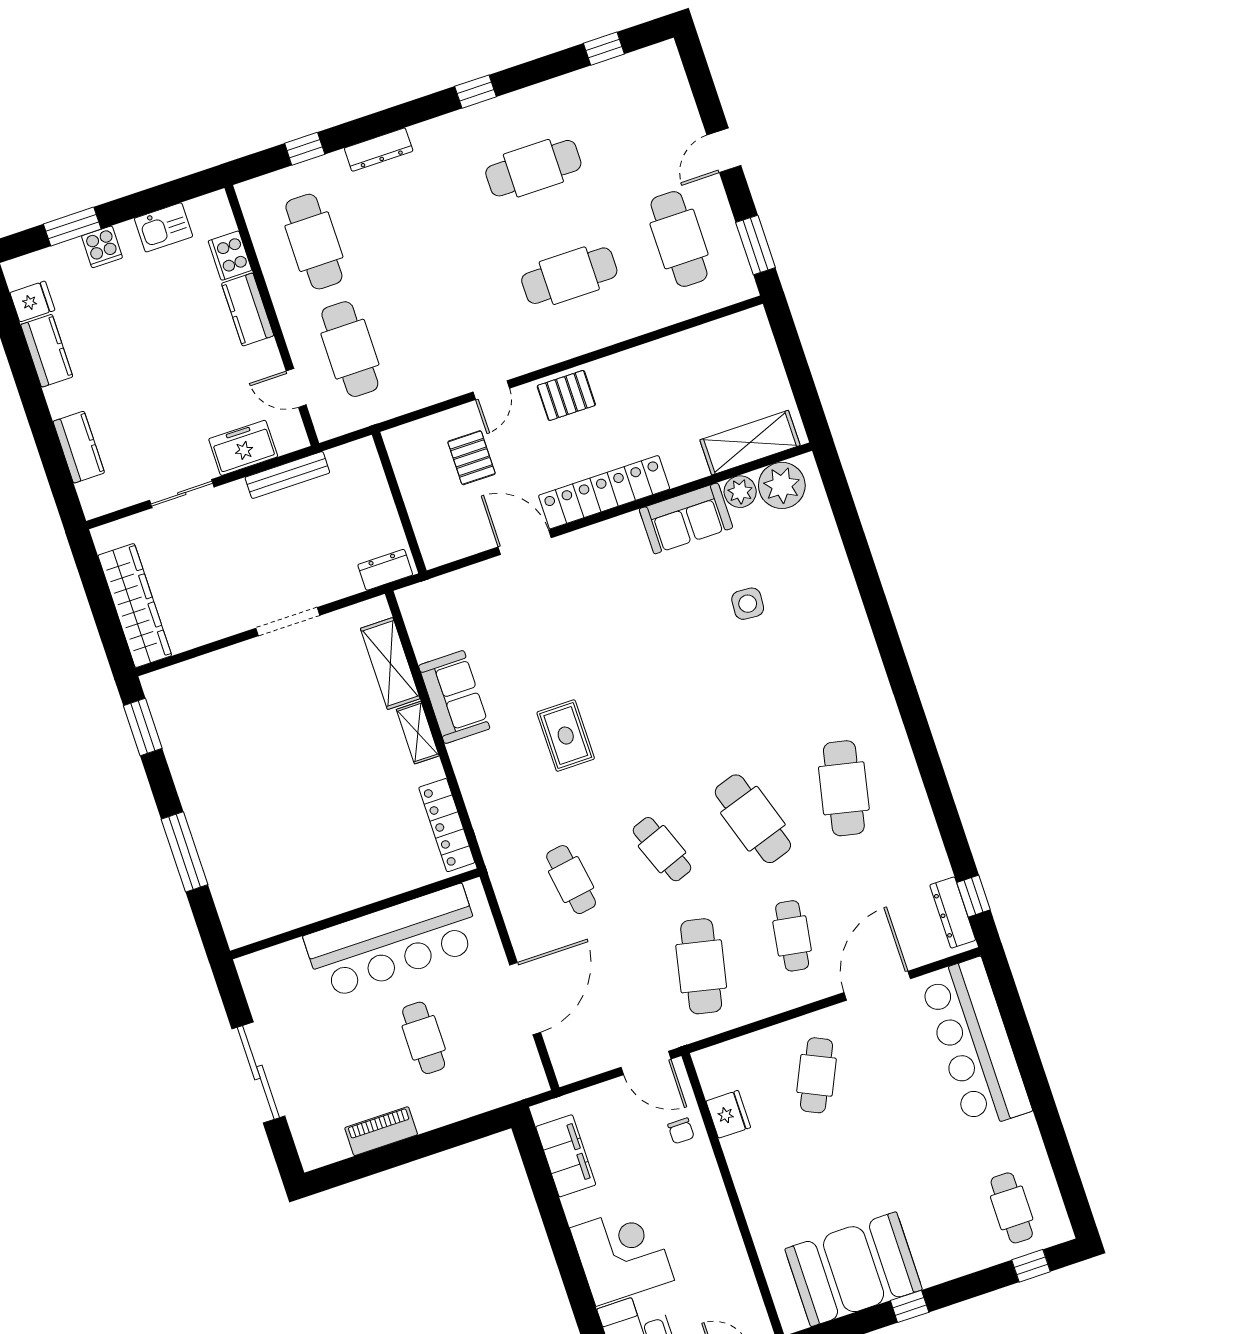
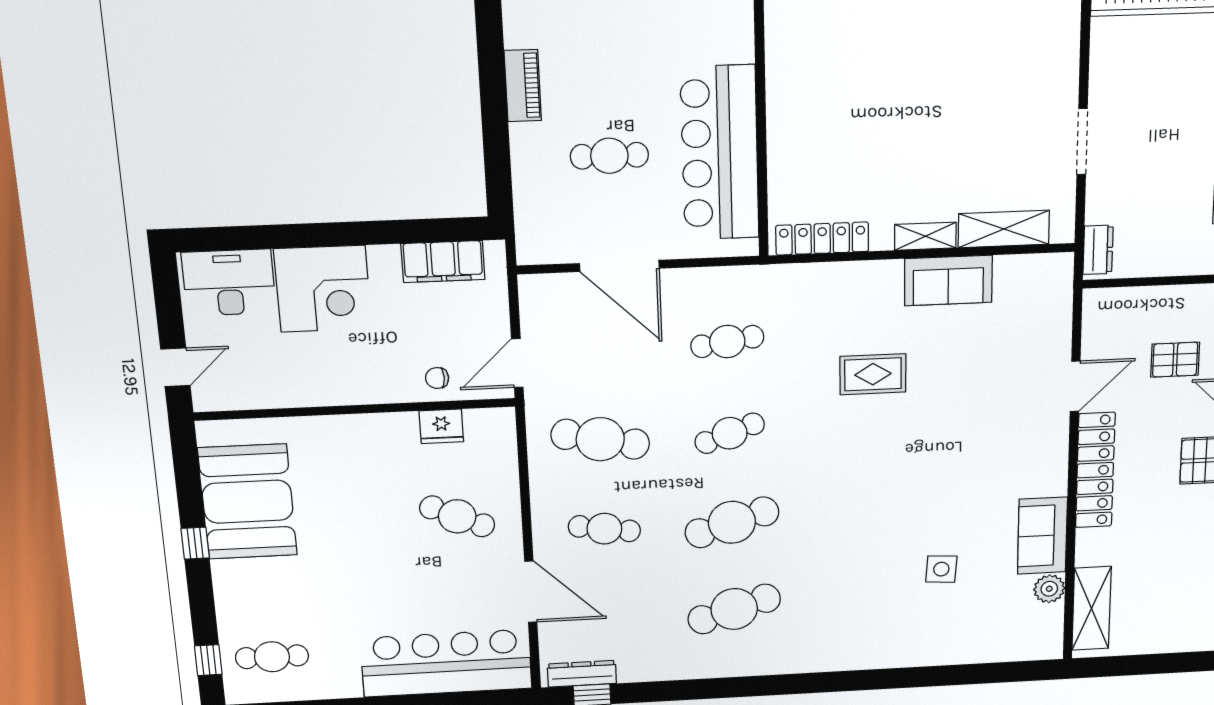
plant: (782, 485) -> (1041, 626), removed
cafe table: (844, 788) -> (734, 609), turned -30

